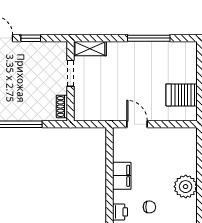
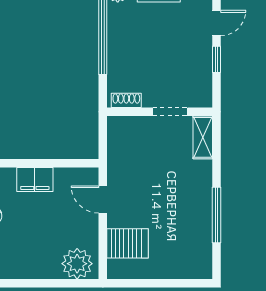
server rack: (182, 95) -> (128, 243), moved, turned 90
door: (137, 124) -> (103, 200), swing flipped
plant: (186, 187) -> (77, 264), moved

